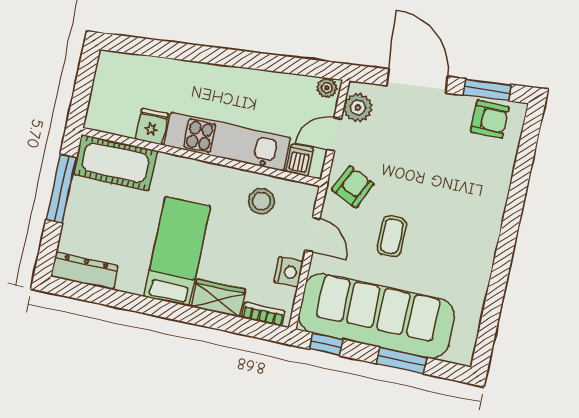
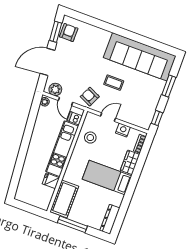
sofa: (377, 316) -> (140, 57), moved, turned -90

